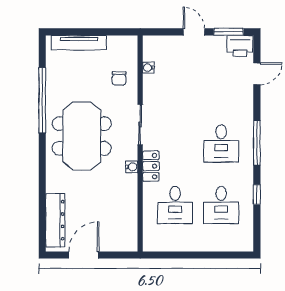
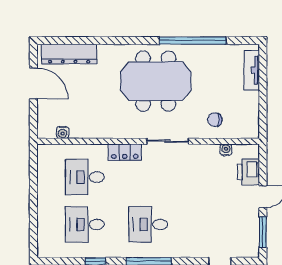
tv unit: (79, 43) -> (252, 70), width x0.71
printer: (240, 46) -> (248, 172), moved
water cooler: (132, 167) -> (63, 133), moved

